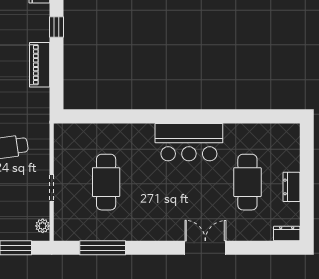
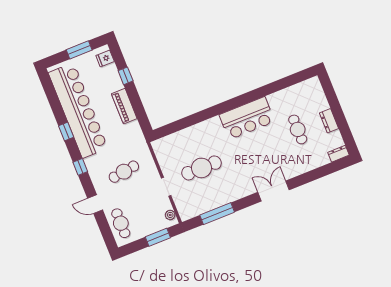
cafe table: (106, 182) -> (201, 168), turned 90
cafe table: (247, 182) -> (298, 129), width x0.73, depth x0.74
double door: (205, 248) -> (274, 191), moved

